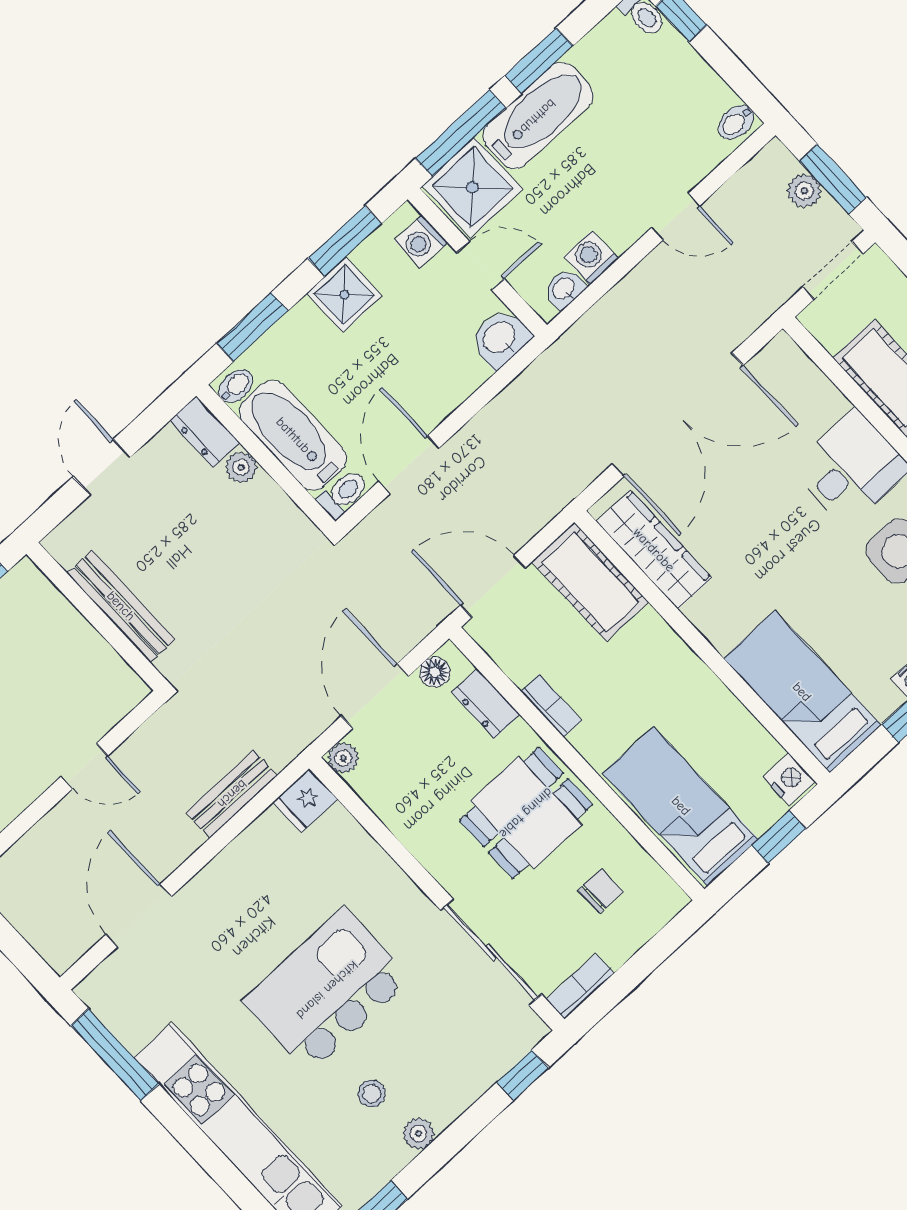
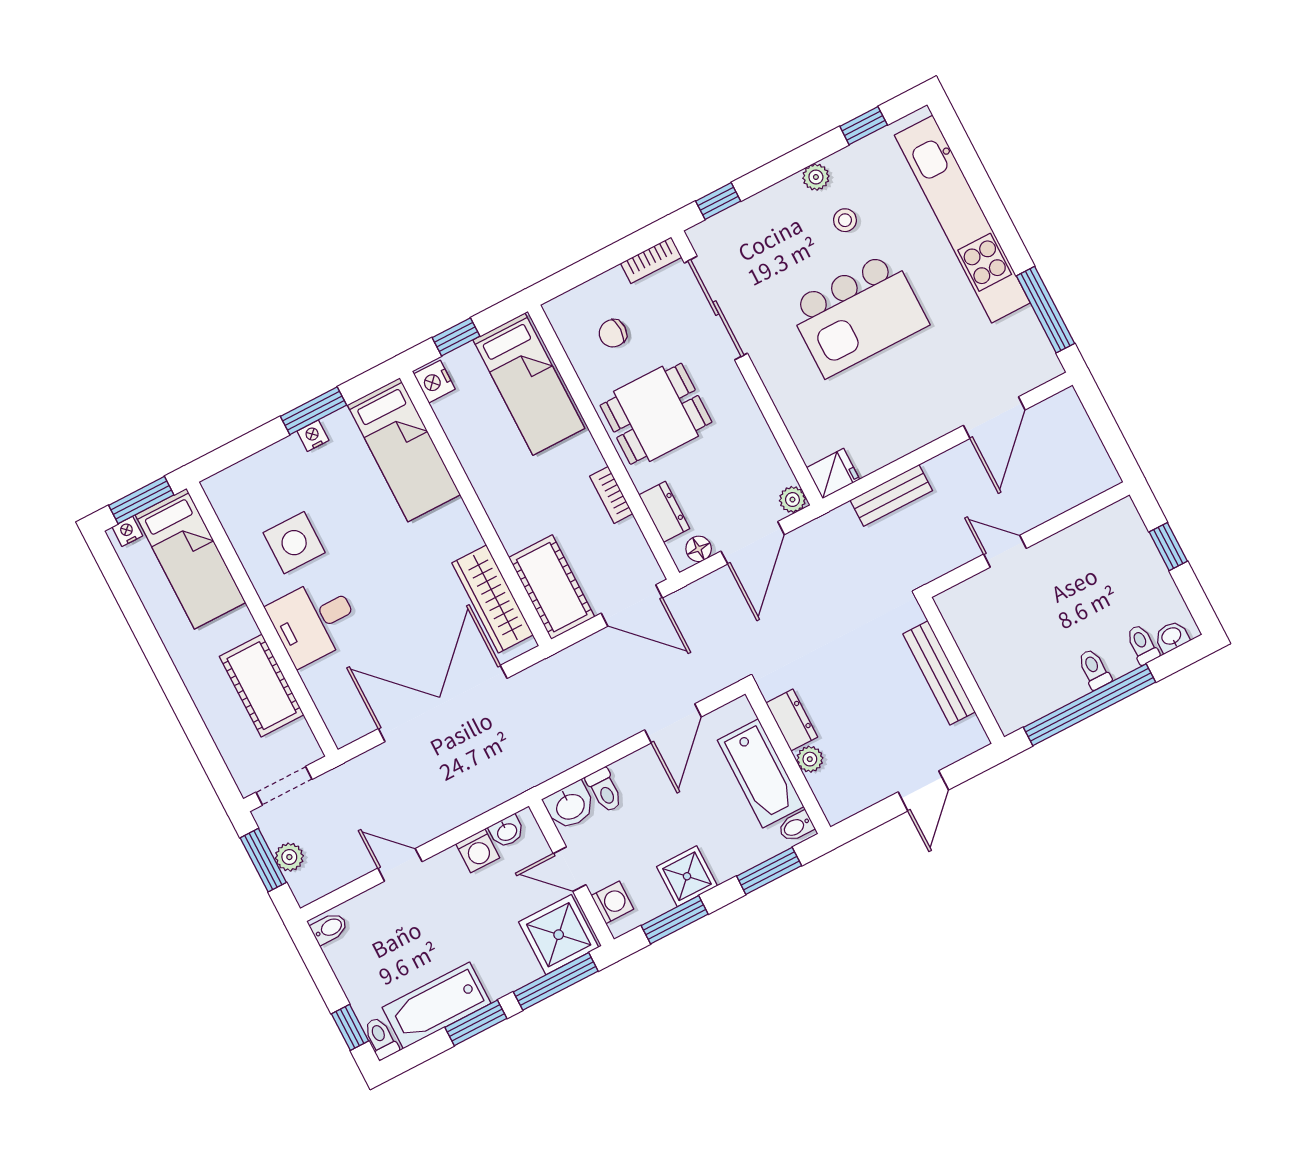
bathtub: (538, 116) -> (436, 1005), moved
dresser: (205, 432) -> (792, 720), moved
toilet: (343, 494) -> (604, 790), moved, turned -90

